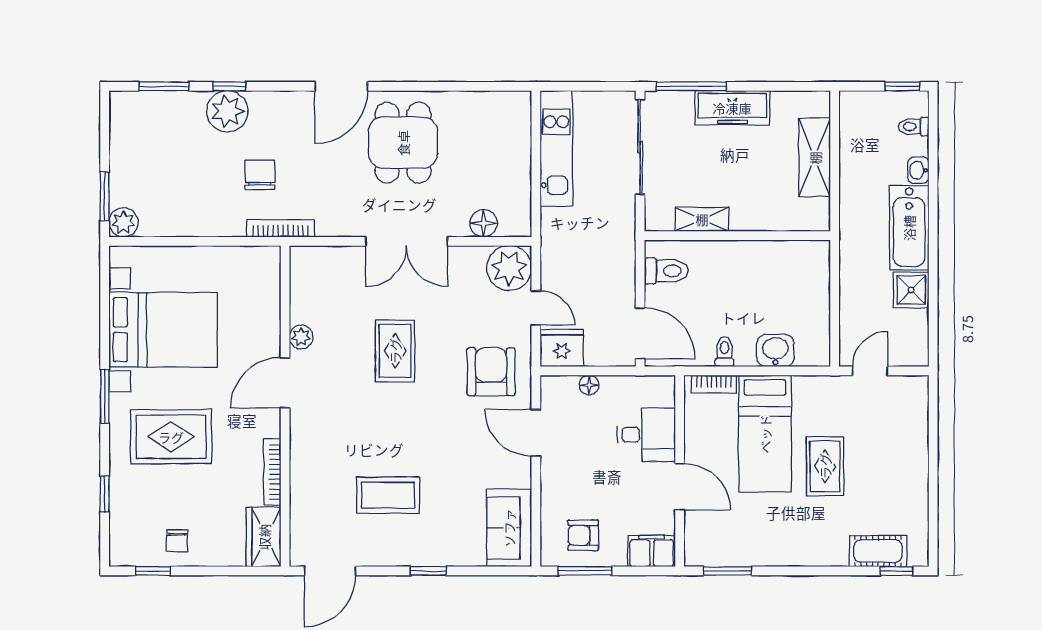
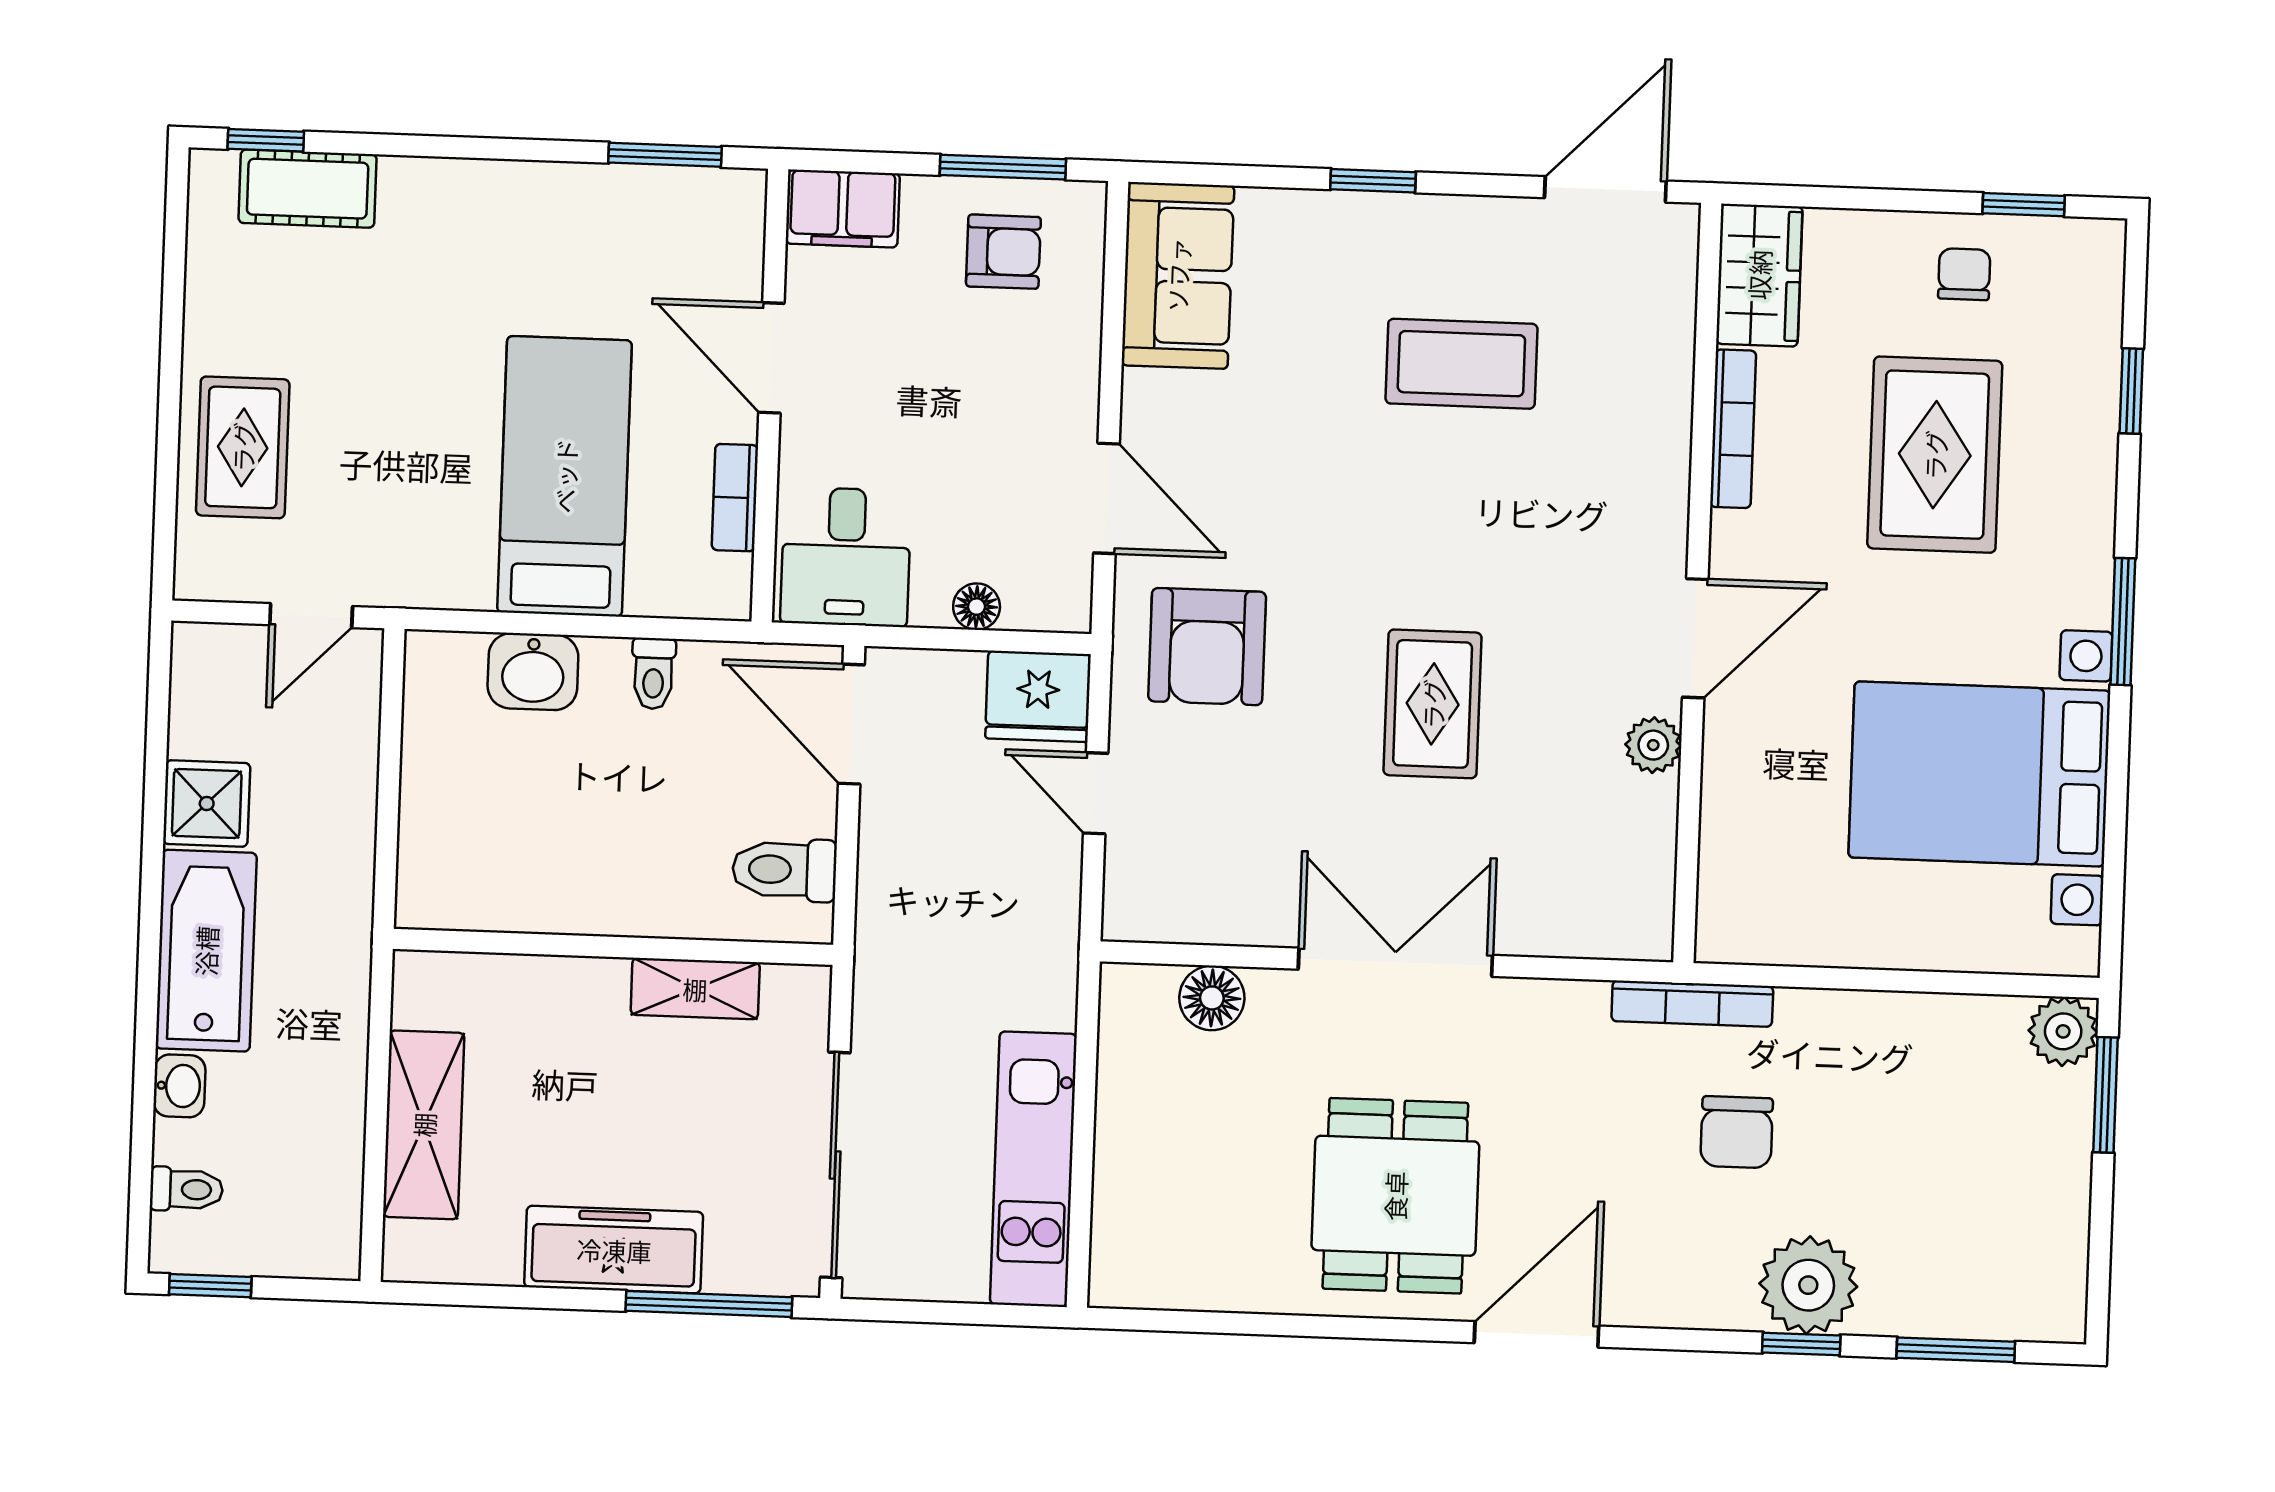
plant: (509, 268) -> (1155, 890), removed
bookcase: (714, 384) -> (735, 498), moved, turned -90
desk: (646, 435) -> (846, 557), moved, turned -90
rug: (171, 437) -> (1935, 455), moved, turned 90
rug: (825, 466) -> (243, 447), moved

